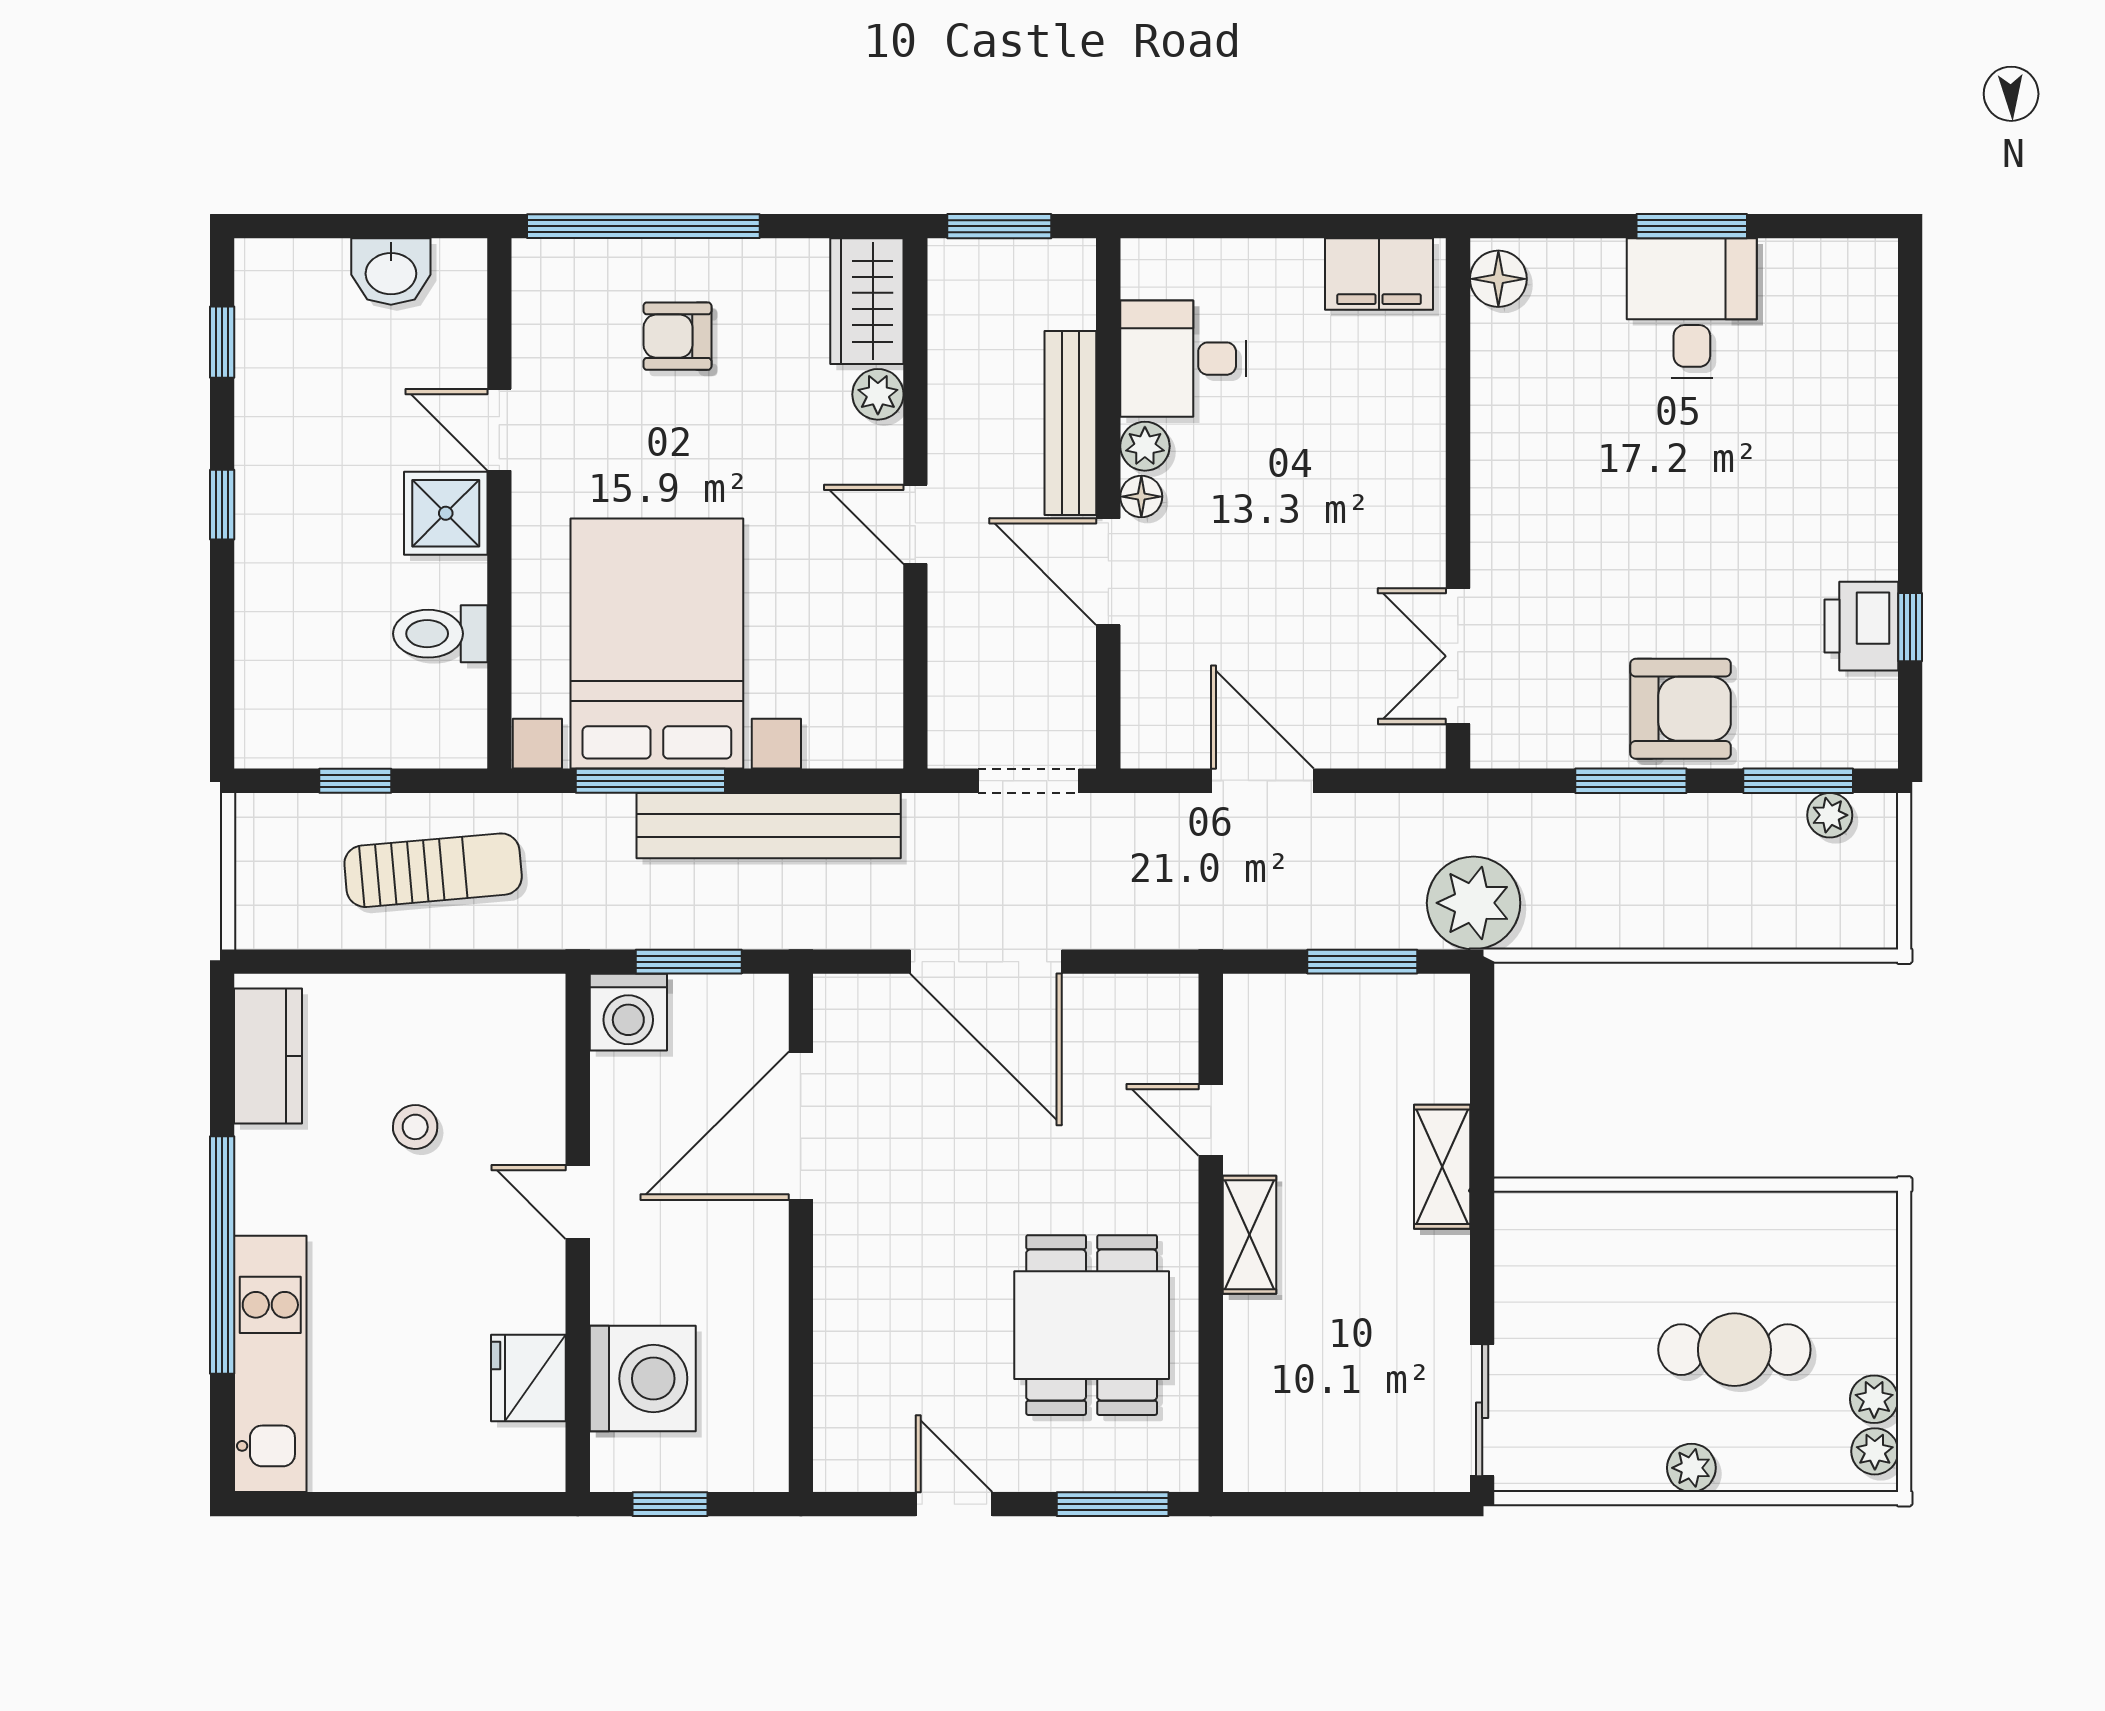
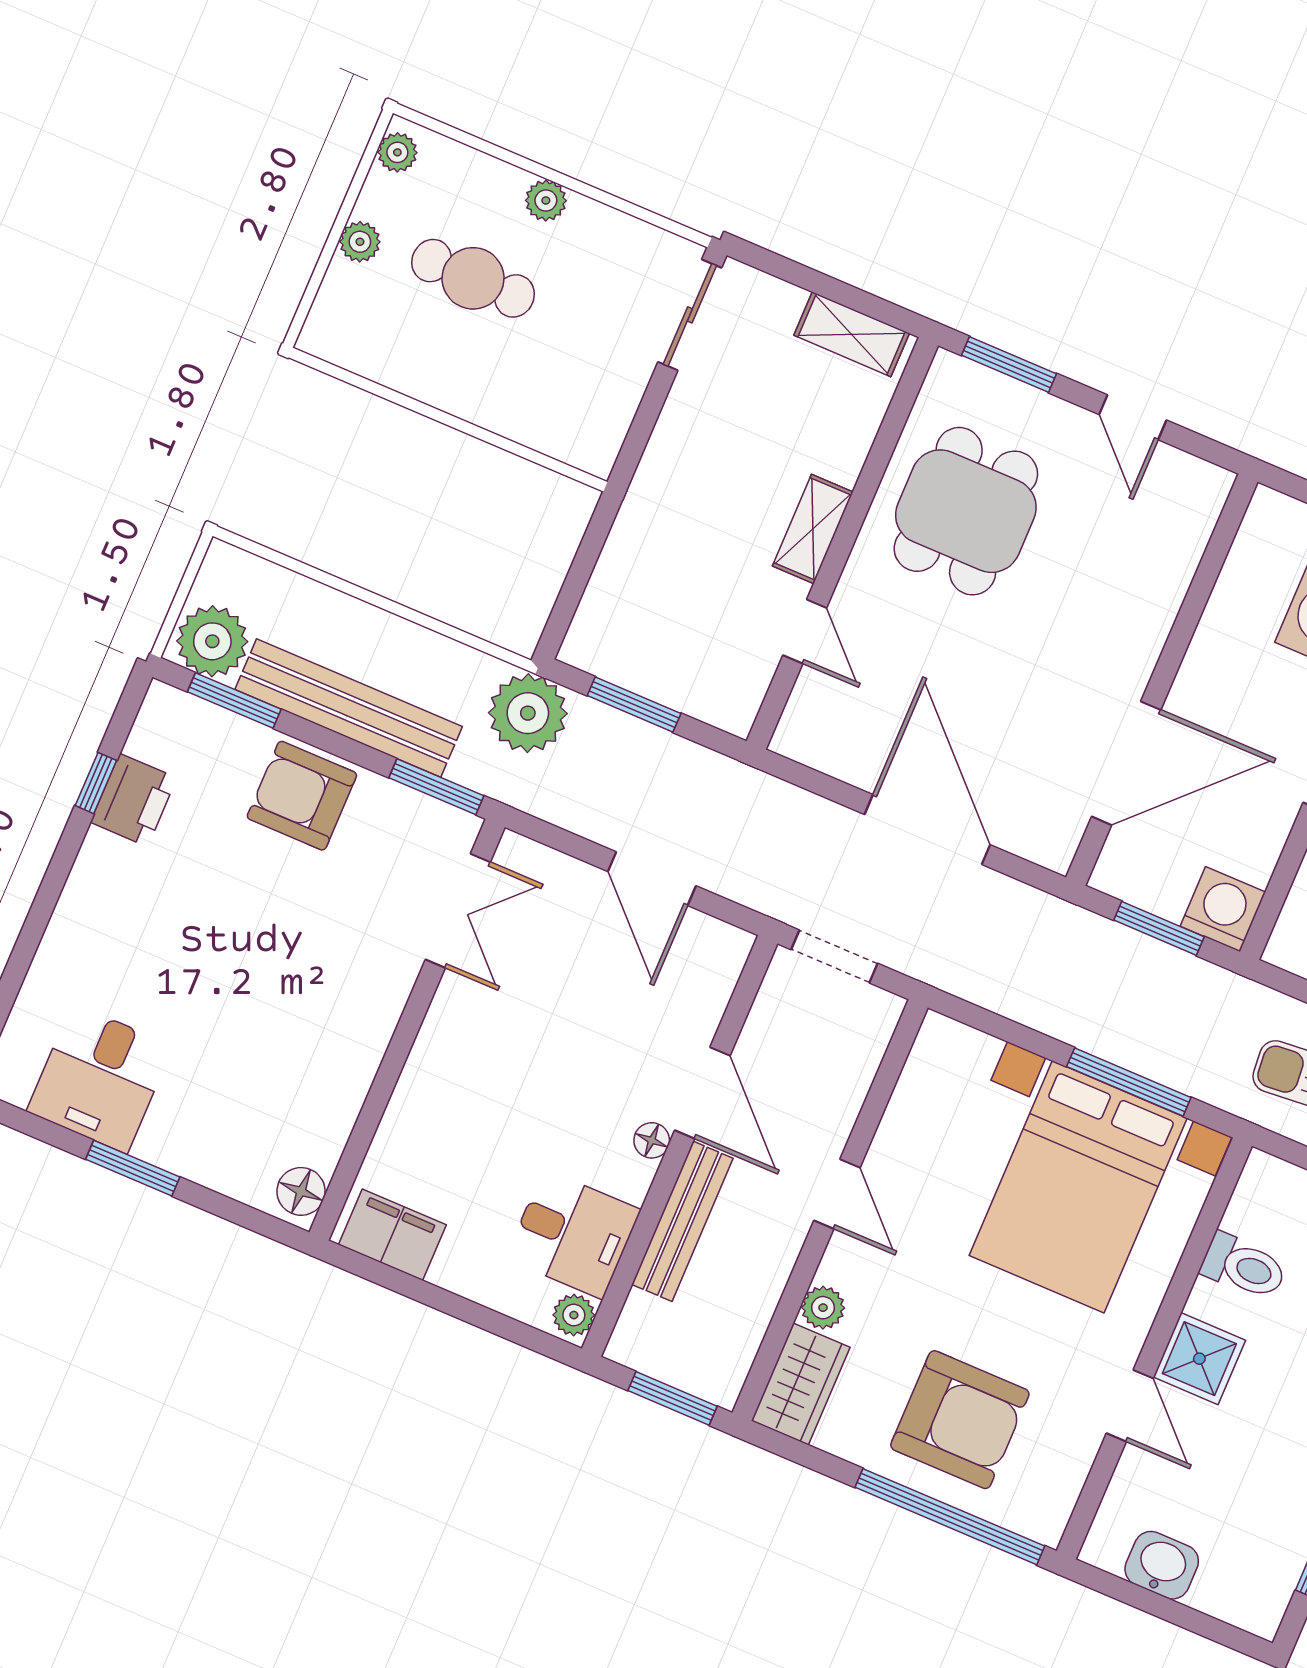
desk: (1692, 308) -> (100, 1079), moved
armchair: (677, 336) -> (960, 1420), width x1.88, depth x1.88
plant: (1145, 446) -> (574, 1315), moved
window: (1631, 781) -> (436, 787), moved
plant: (1830, 815) -> (212, 641), width x1.88, depth x1.88
bench: (769, 826) -> (349, 708), moved
shelving: (1442, 1167) -> (852, 334), moved, turned 90
plant: (1874, 1399) -> (360, 242), moved

